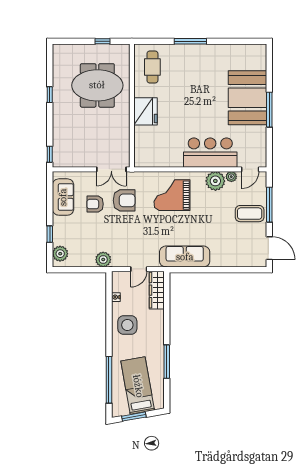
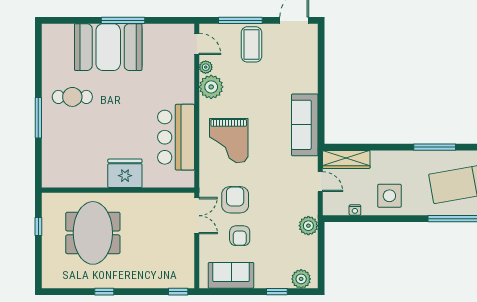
cafe table: (152, 67) -> (72, 97), moved
bar counter: (210, 153) -> (176, 137), moved

